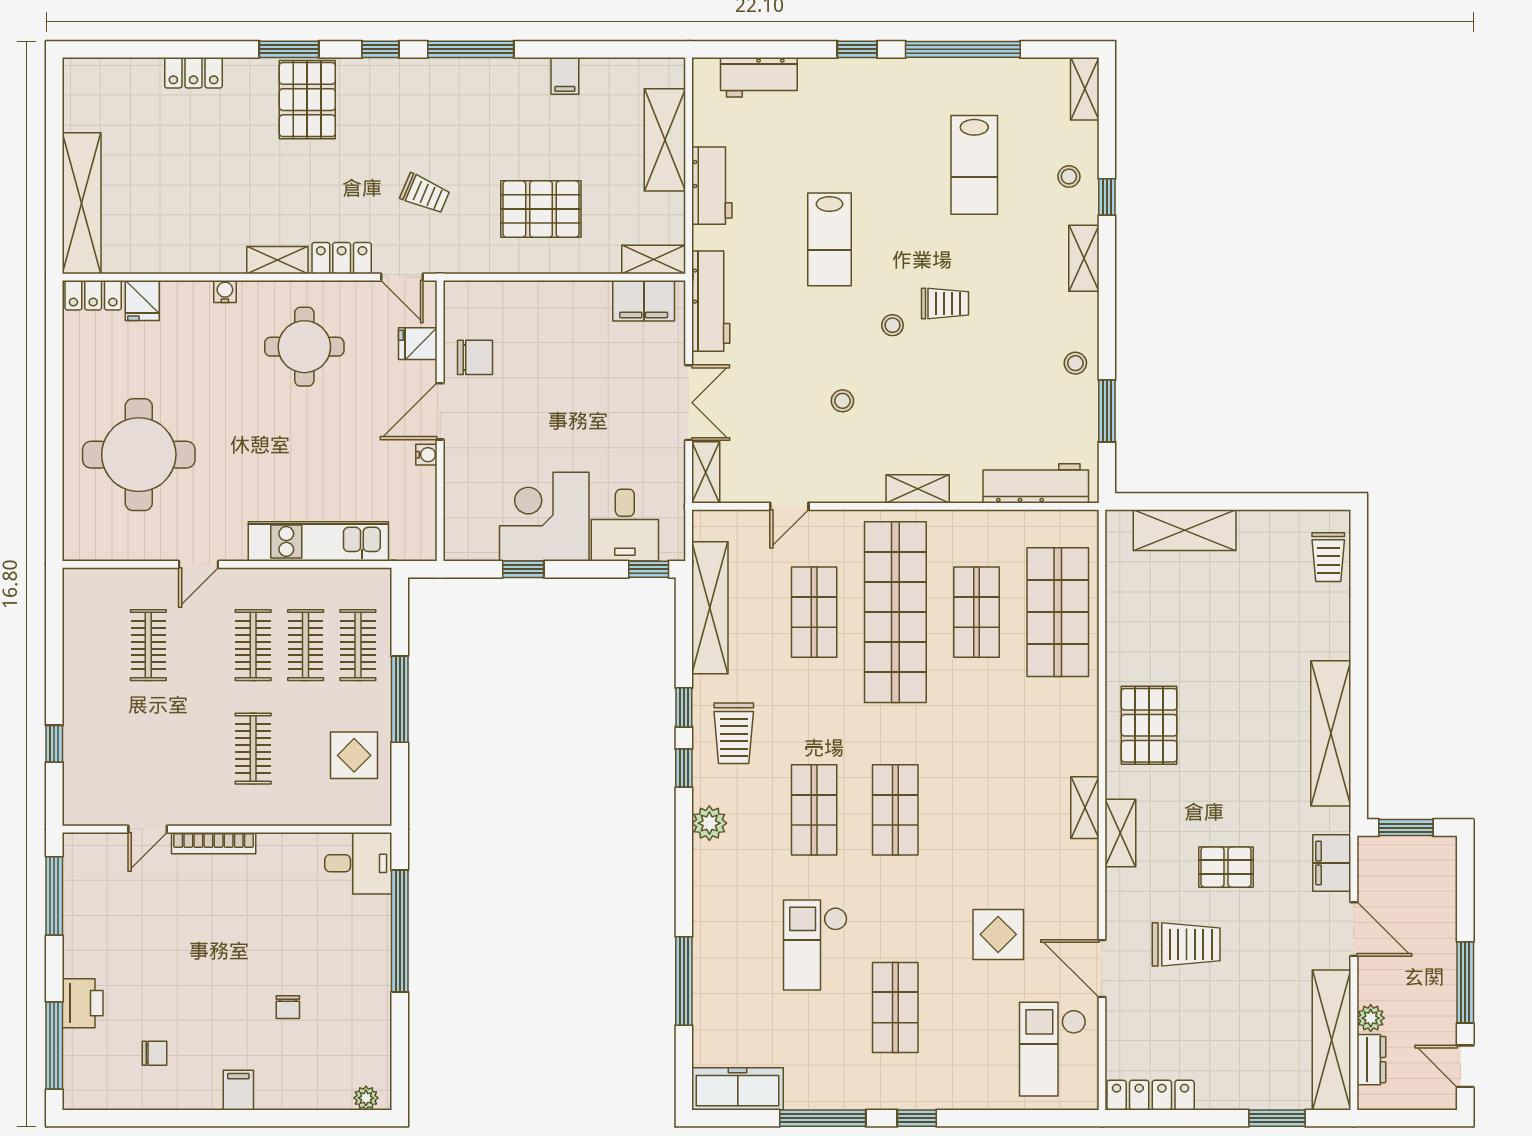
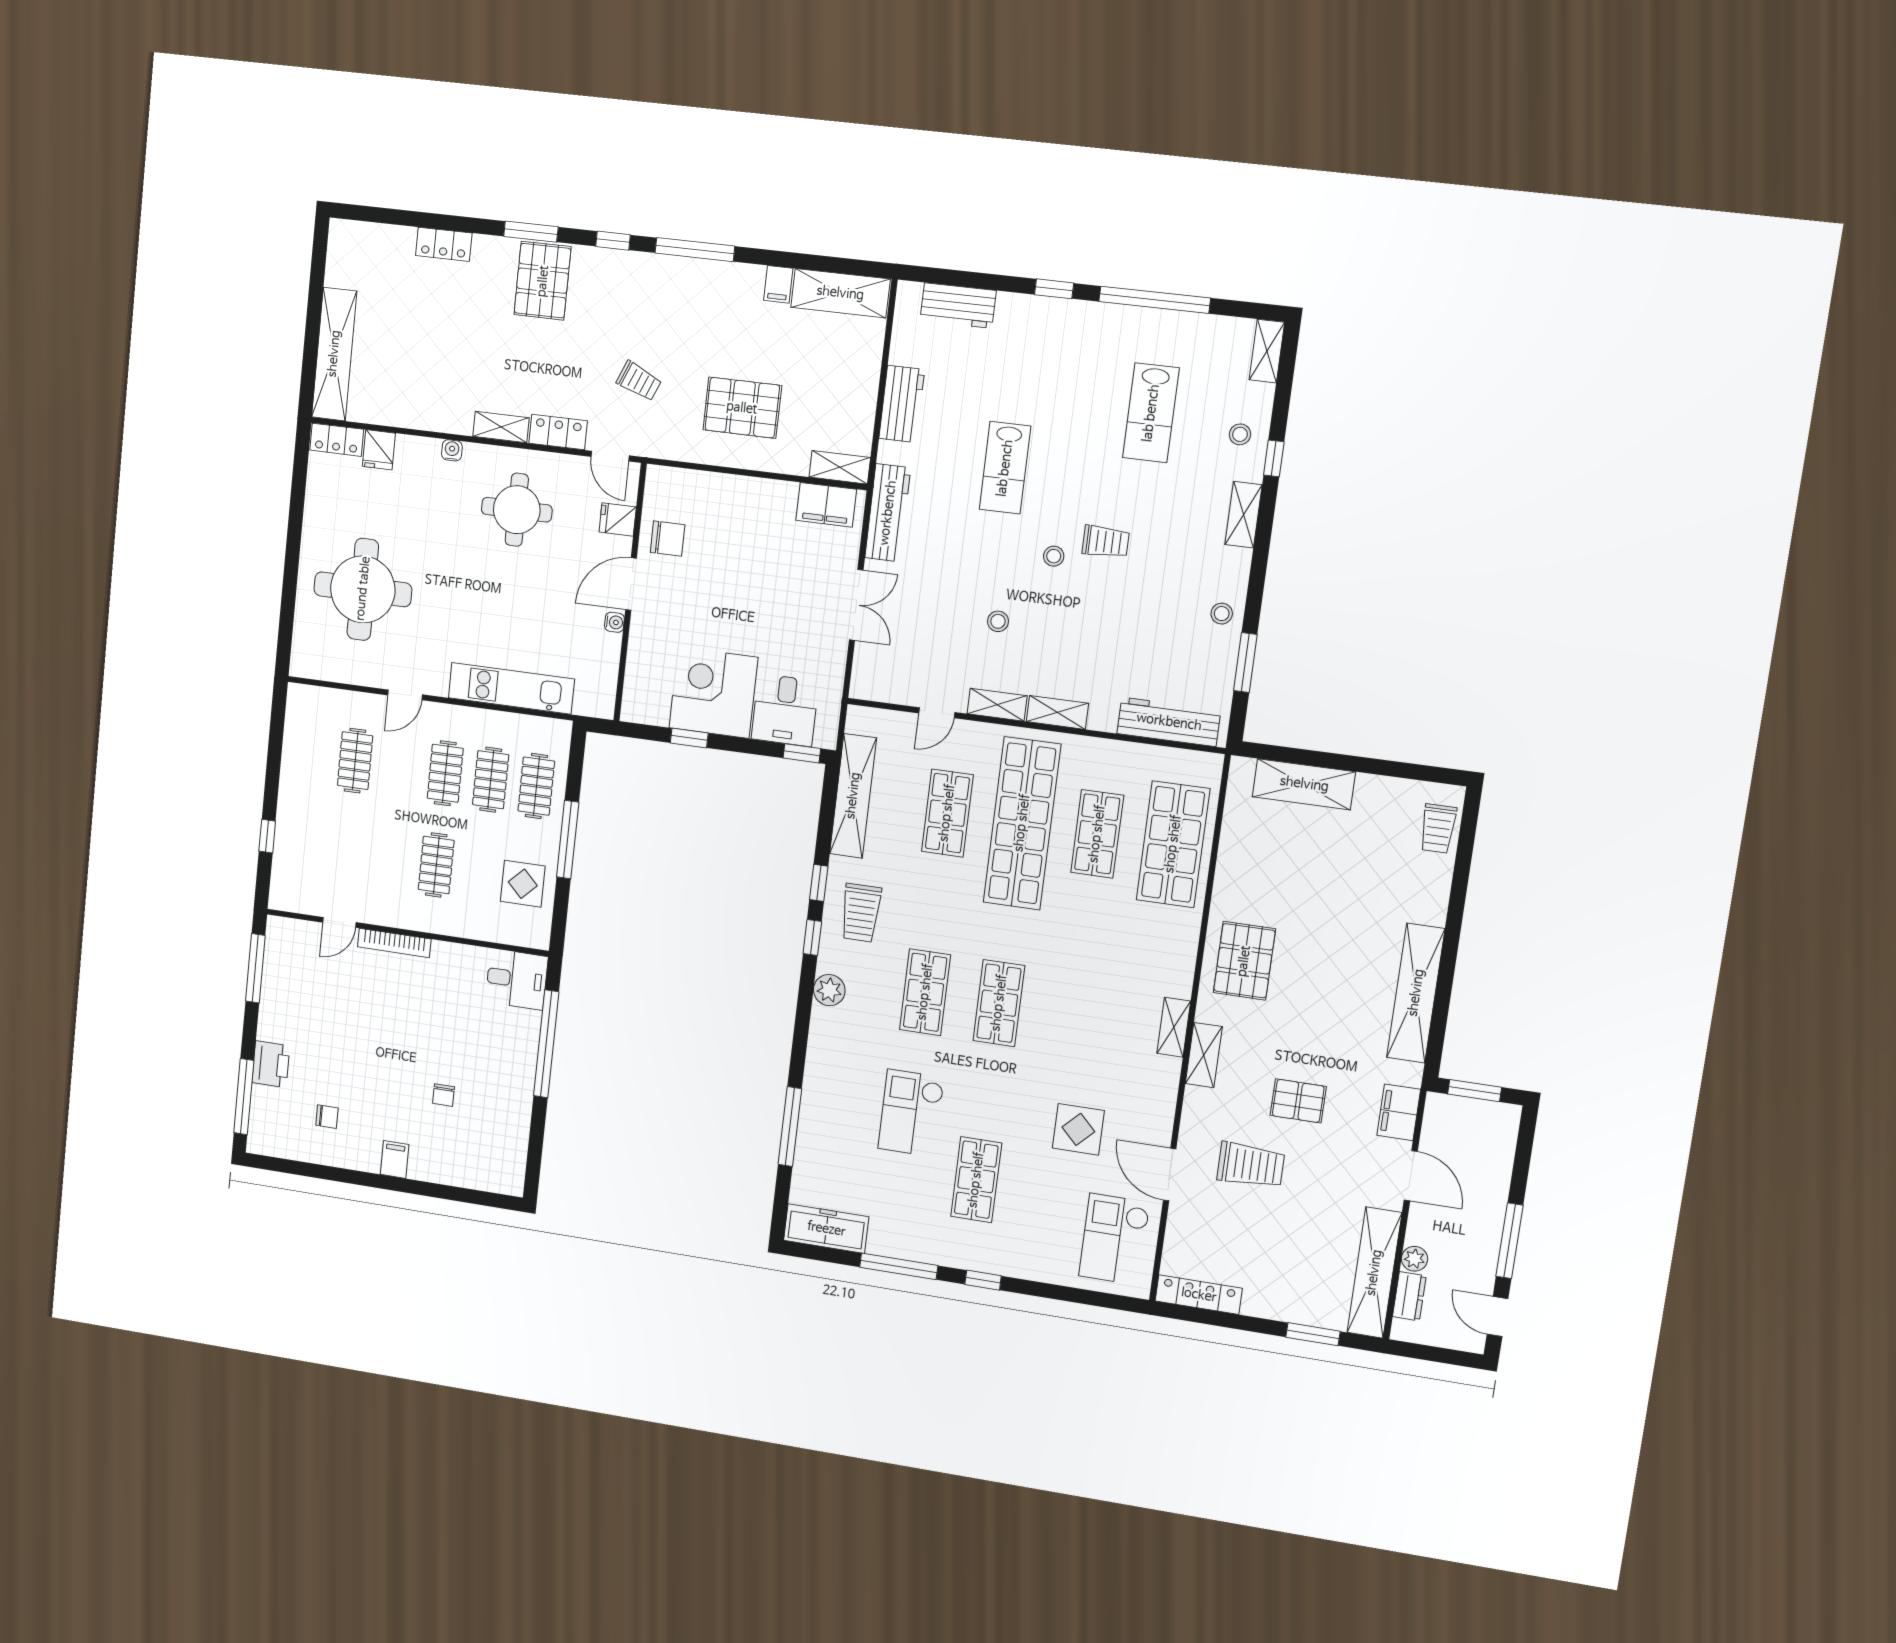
shelving: (665, 140) -> (840, 293), moved, turned 90
shelving: (706, 472) -> (997, 705), moved, turned 90
plant: (366, 1098) -> (502, 1184), removed

